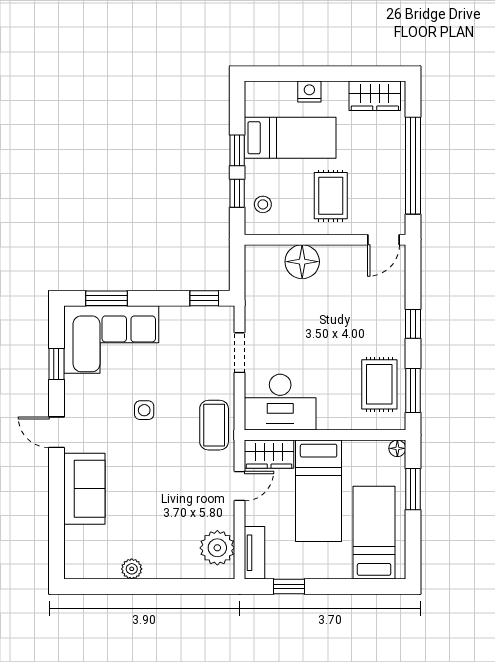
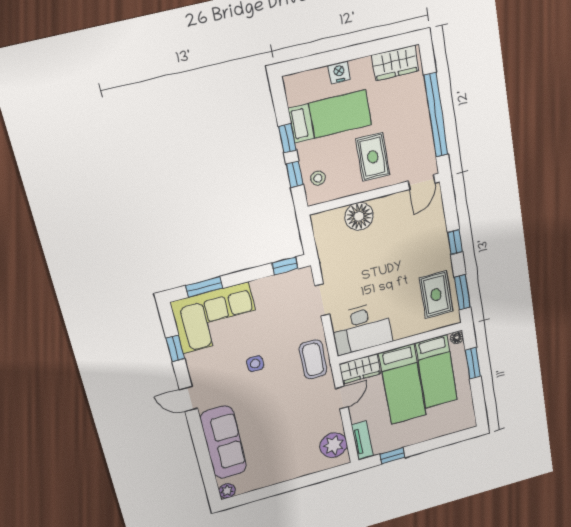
sofa: (84, 489) -> (223, 442), width x1.36
bed: (374, 533) -> (436, 371), moved, turned 180
plant: (132, 569) -> (227, 491), moved

